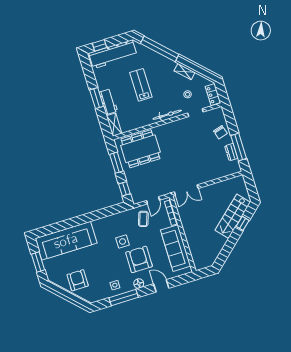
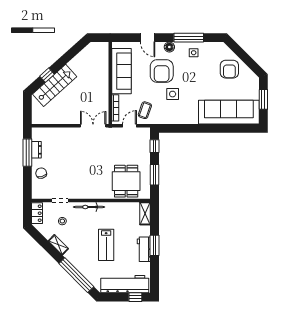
workbench: (108, 102) -> (144, 249), moved
dining table: (140, 149) -> (126, 181), width x0.73

